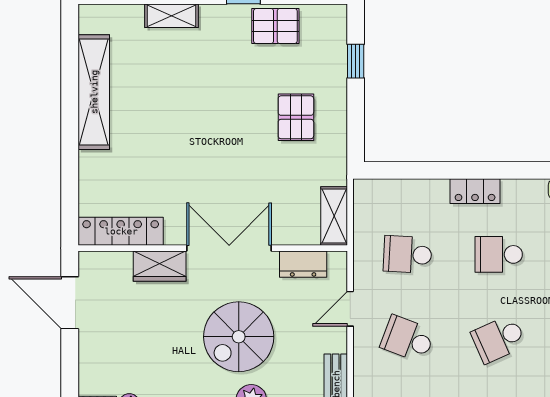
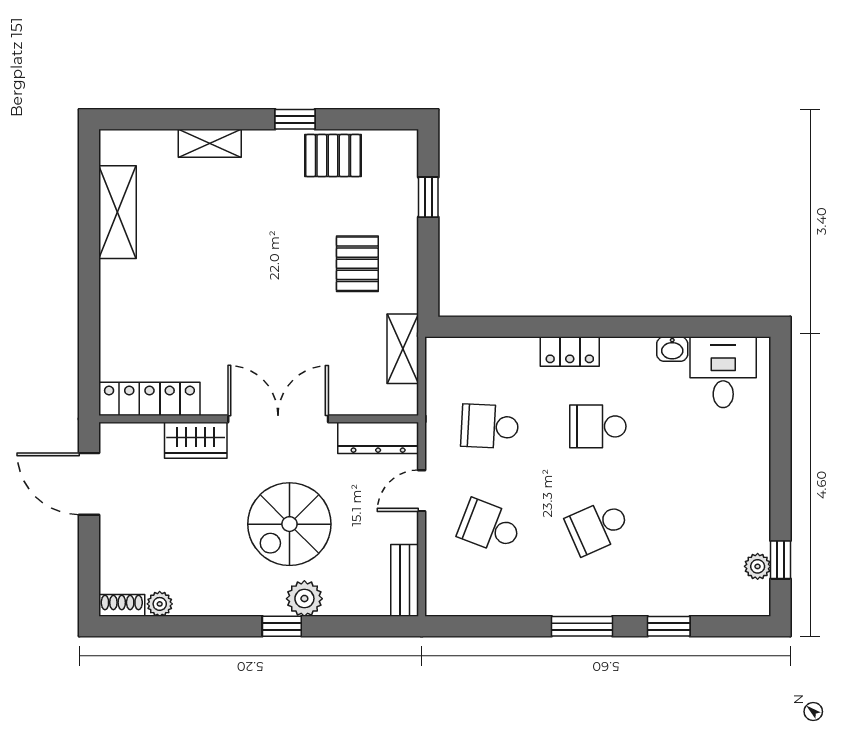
shelving: (94, 92) -> (118, 212), width x0.68
shelving: (334, 216) -> (403, 349), moved
dresser: (303, 264) -> (378, 438), width x1.44

